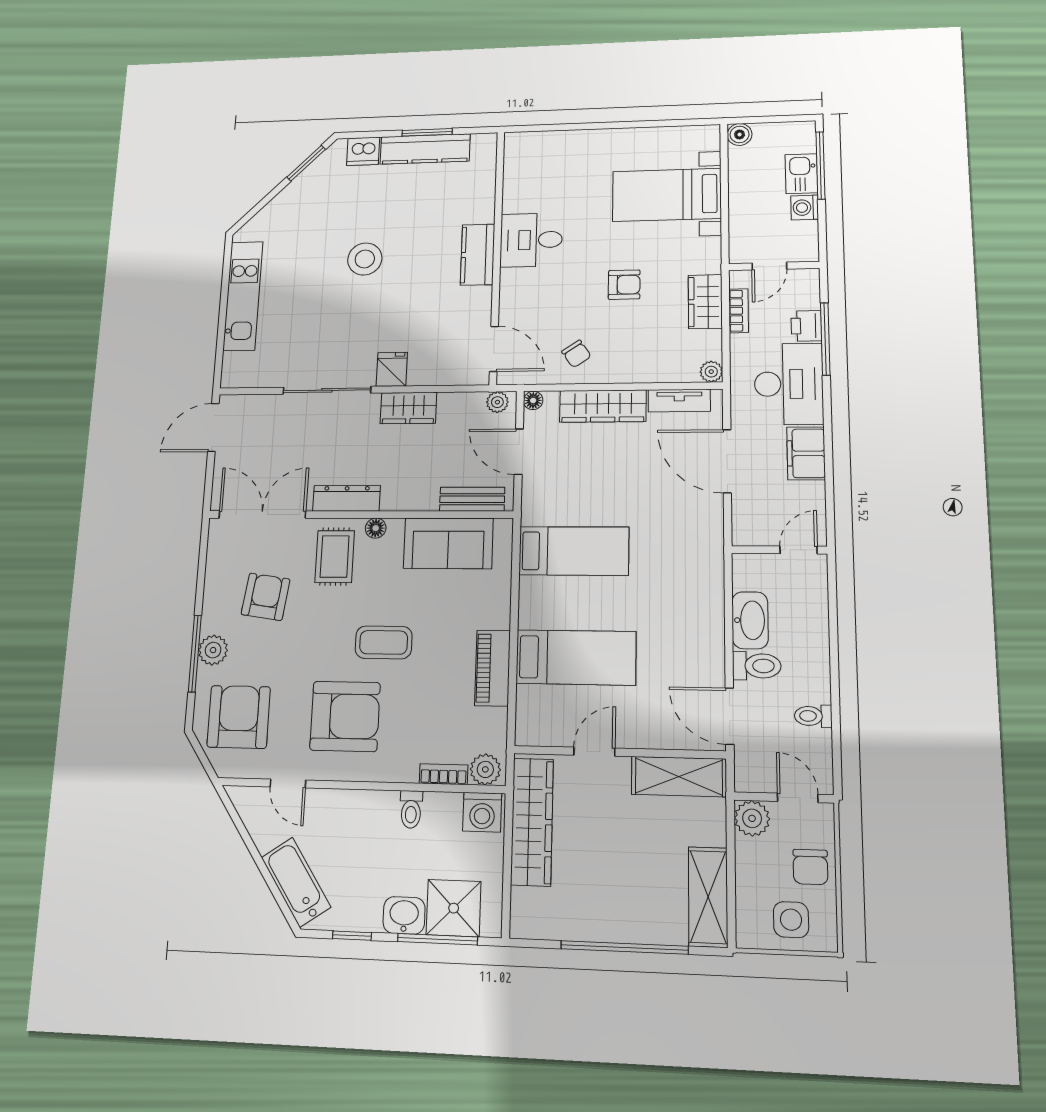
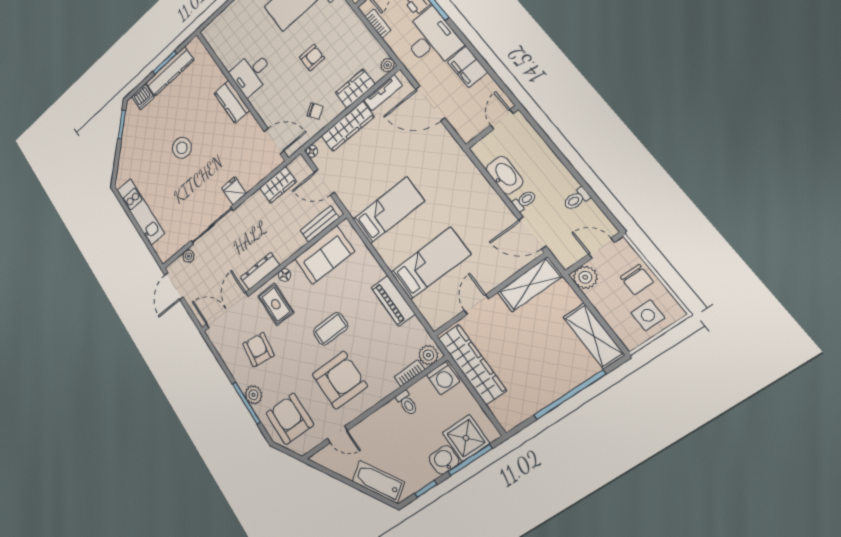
wardrobe: (705, 302) -> (355, 89), moved, turned 90
plant: (497, 402) -> (188, 256), moved
wardrobe: (408, 408) -> (278, 185), moved
toilet: (757, 666) -> (524, 201), width x0.73, depth x0.72

